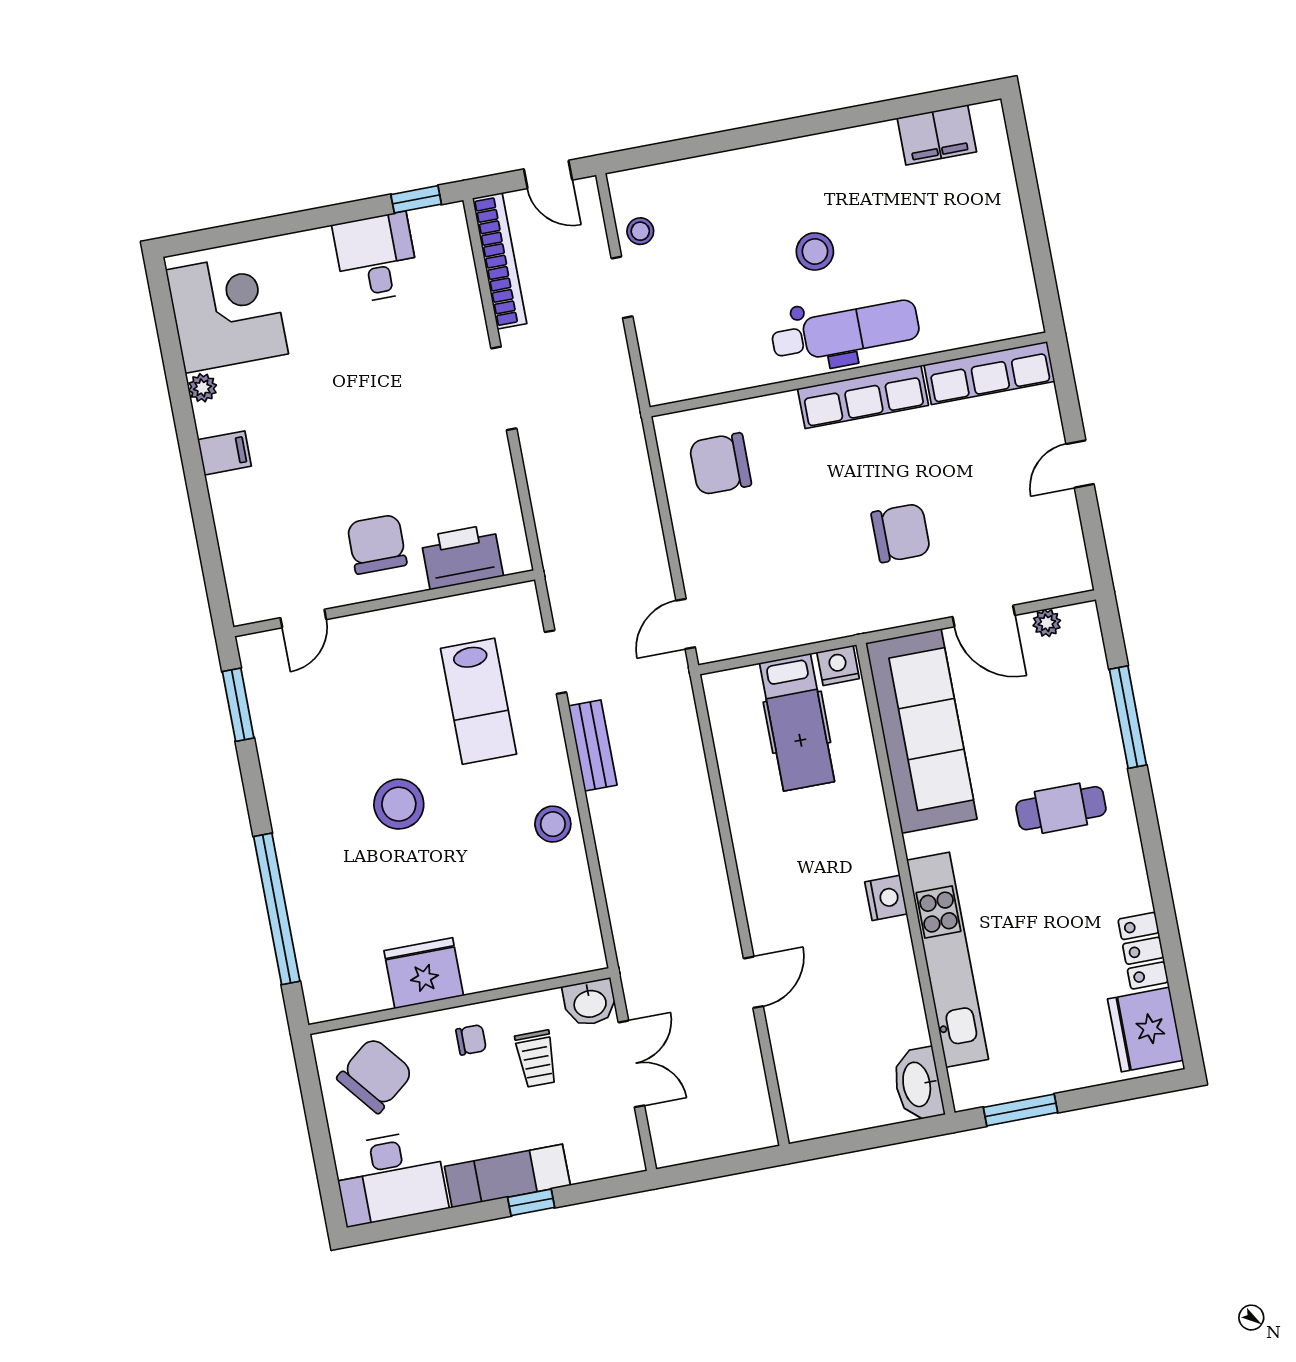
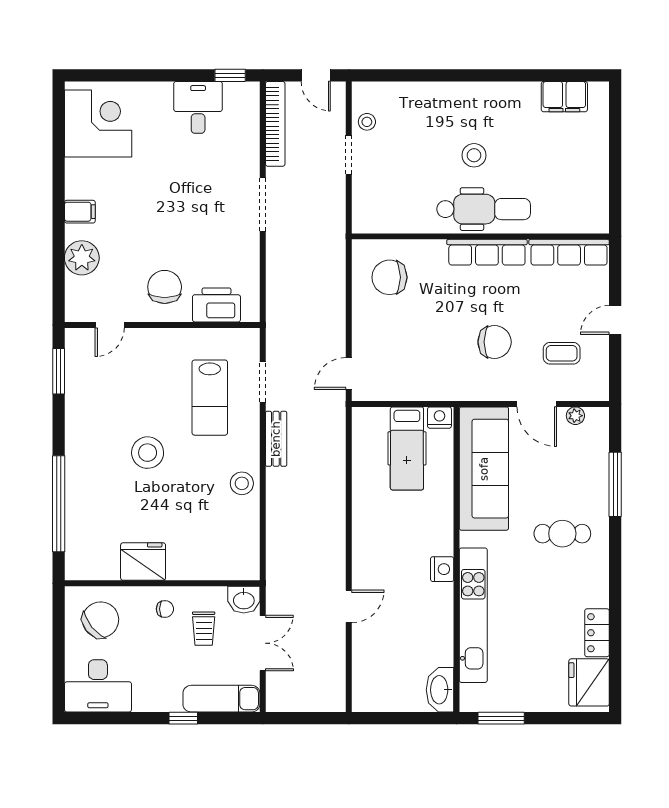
plant: (202, 388) -> (82, 258), moved, width x1.88, depth x1.88
coffee table: (1007, 531) -> (562, 353), added
exam couch: (507, 1176) -> (221, 699), moved

